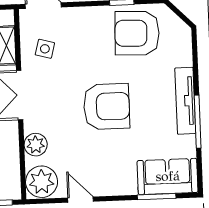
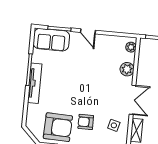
armchair: (107, 106) -> (86, 122), moved, width x0.53, depth x0.53
plant: (42, 182) -> (131, 47), width x0.53, depth x0.53
door: (80, 200) -> (88, 31), moved

